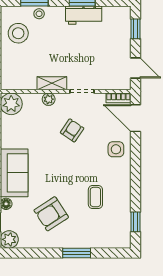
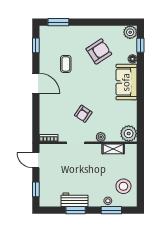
shelving: (52, 83) -> (113, 149), moved
door: (136, 118) -> (36, 83), moved
side table: (116, 149) -> (50, 100), removed
window: (77, 253) -> (58, 22), moved

